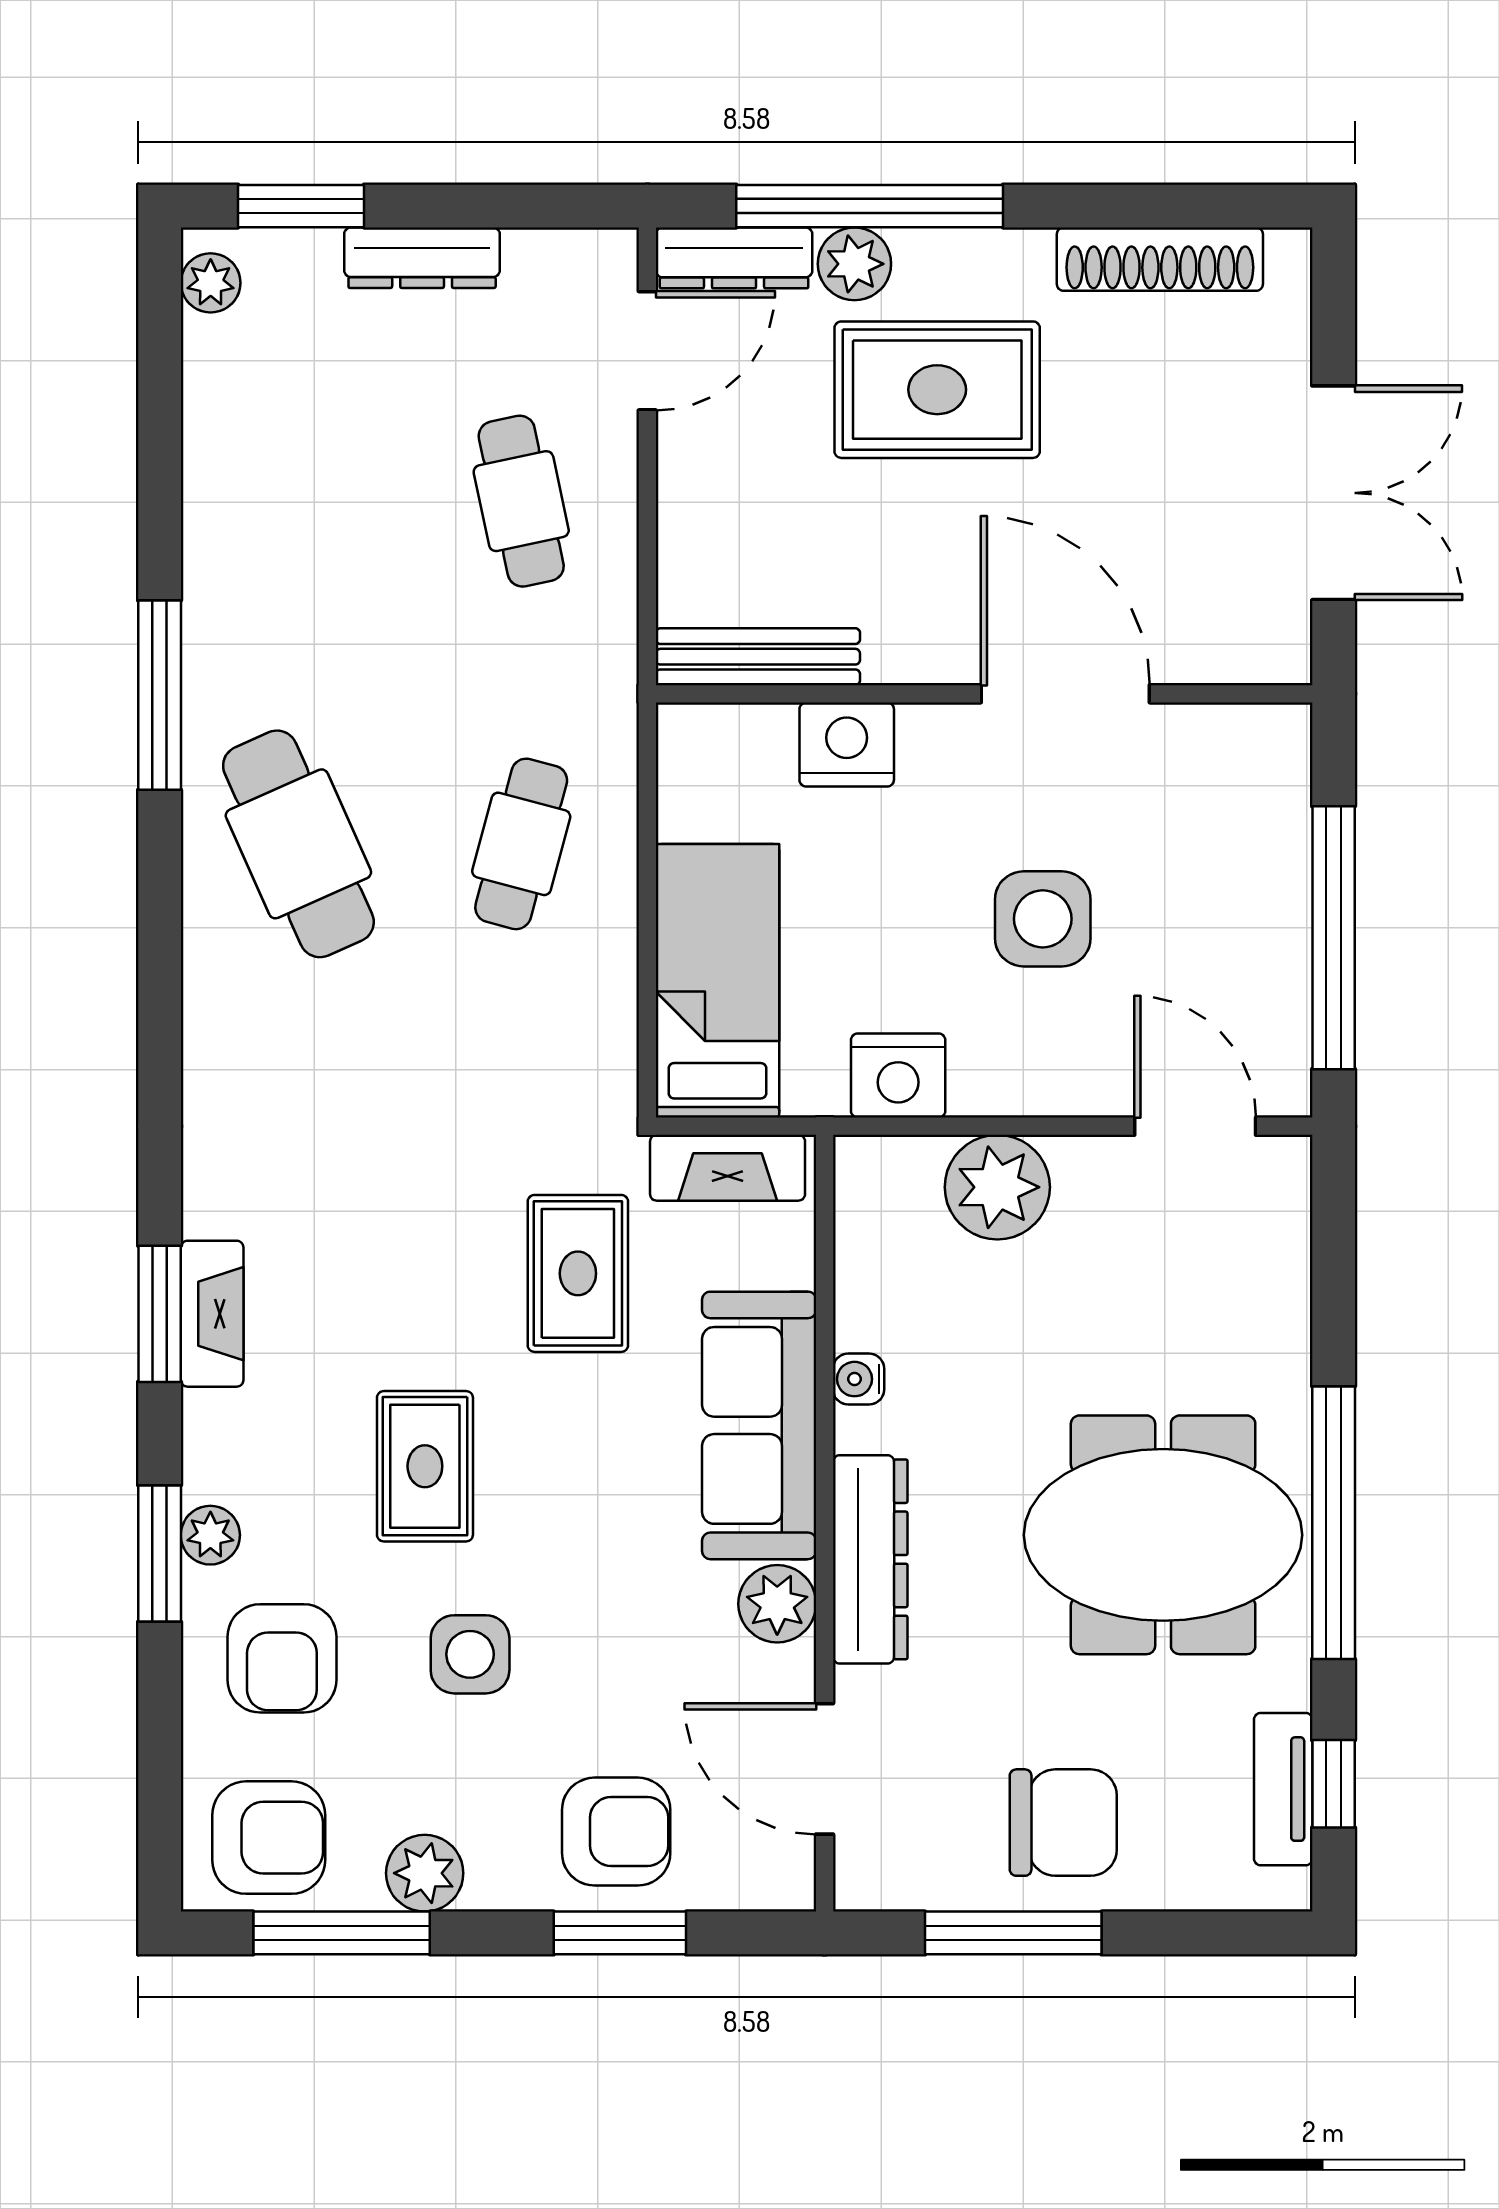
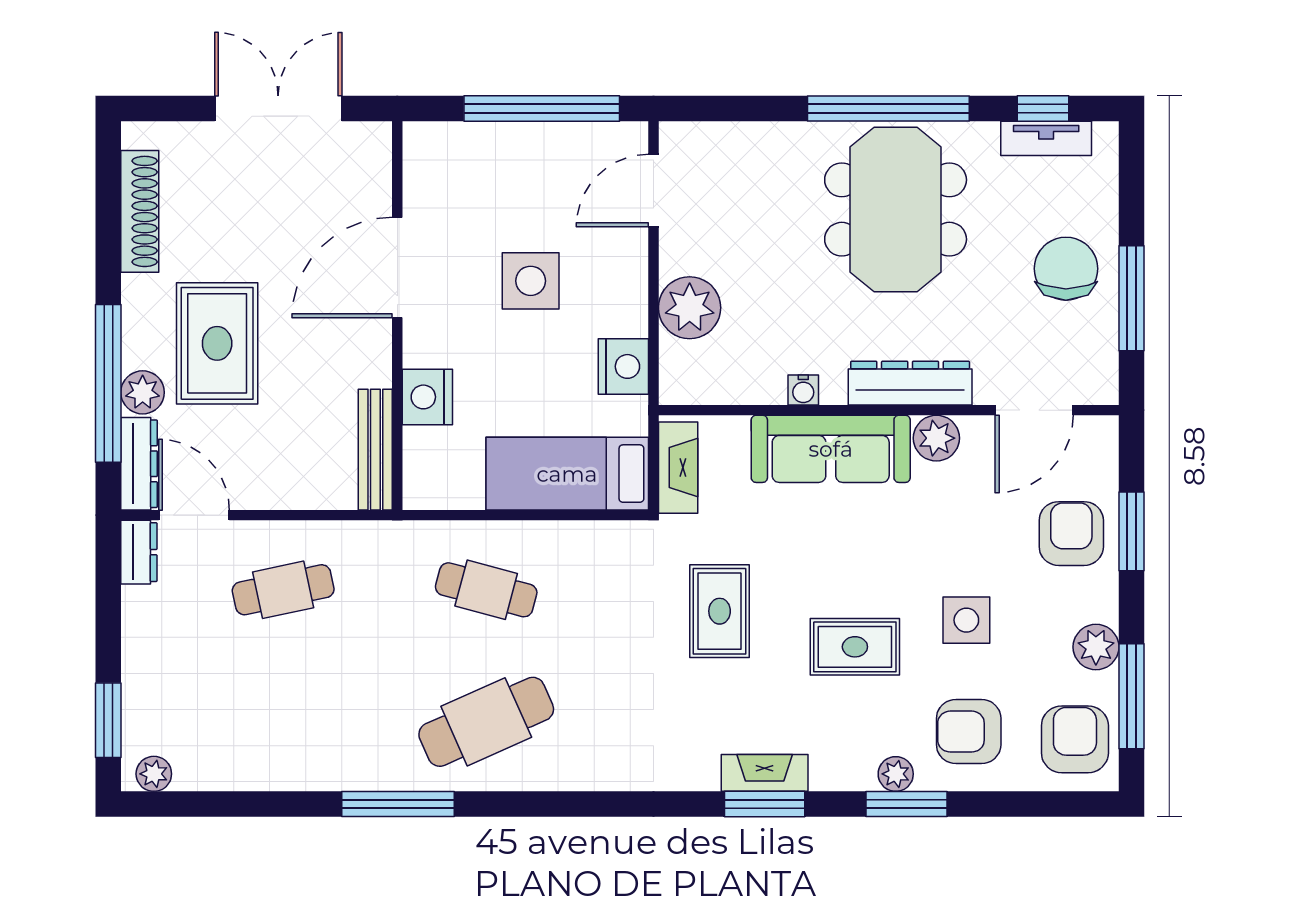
dresser: (422, 258) -> (139, 552), moved, width x0.70
rug: (578, 1273) -> (720, 611), moved, turned 90
armchair: (282, 1658) -> (969, 732), turned 180

